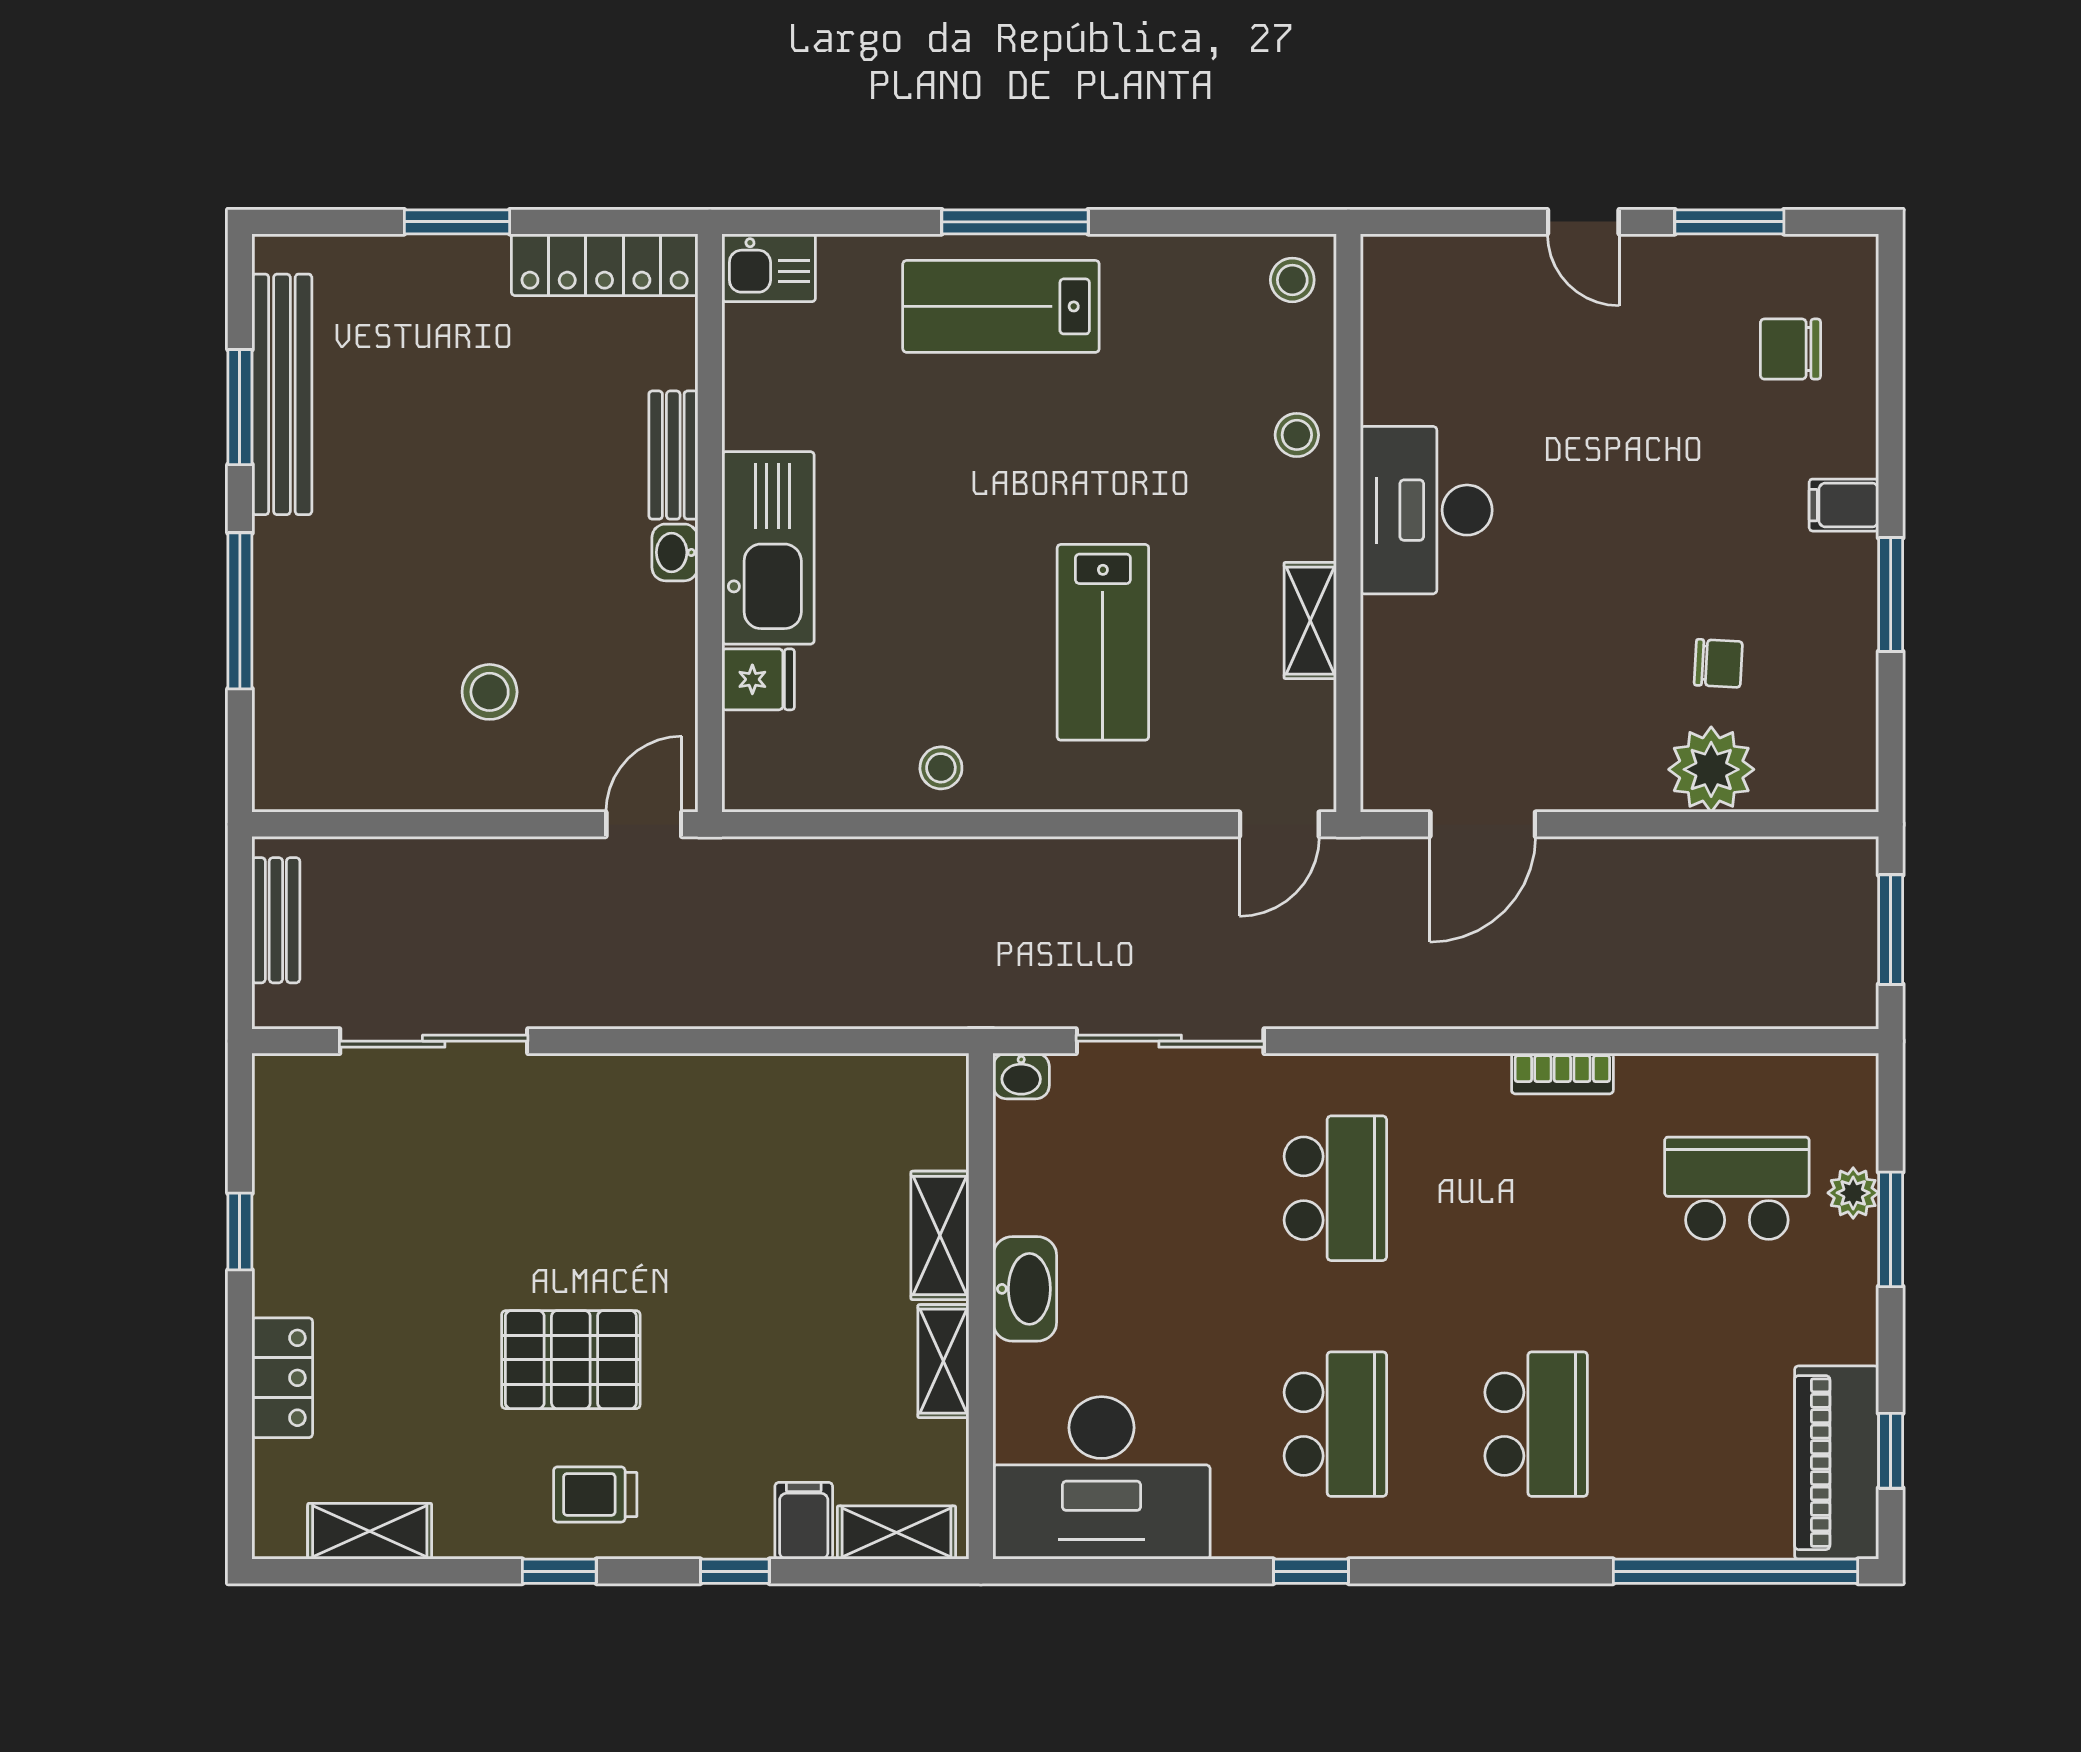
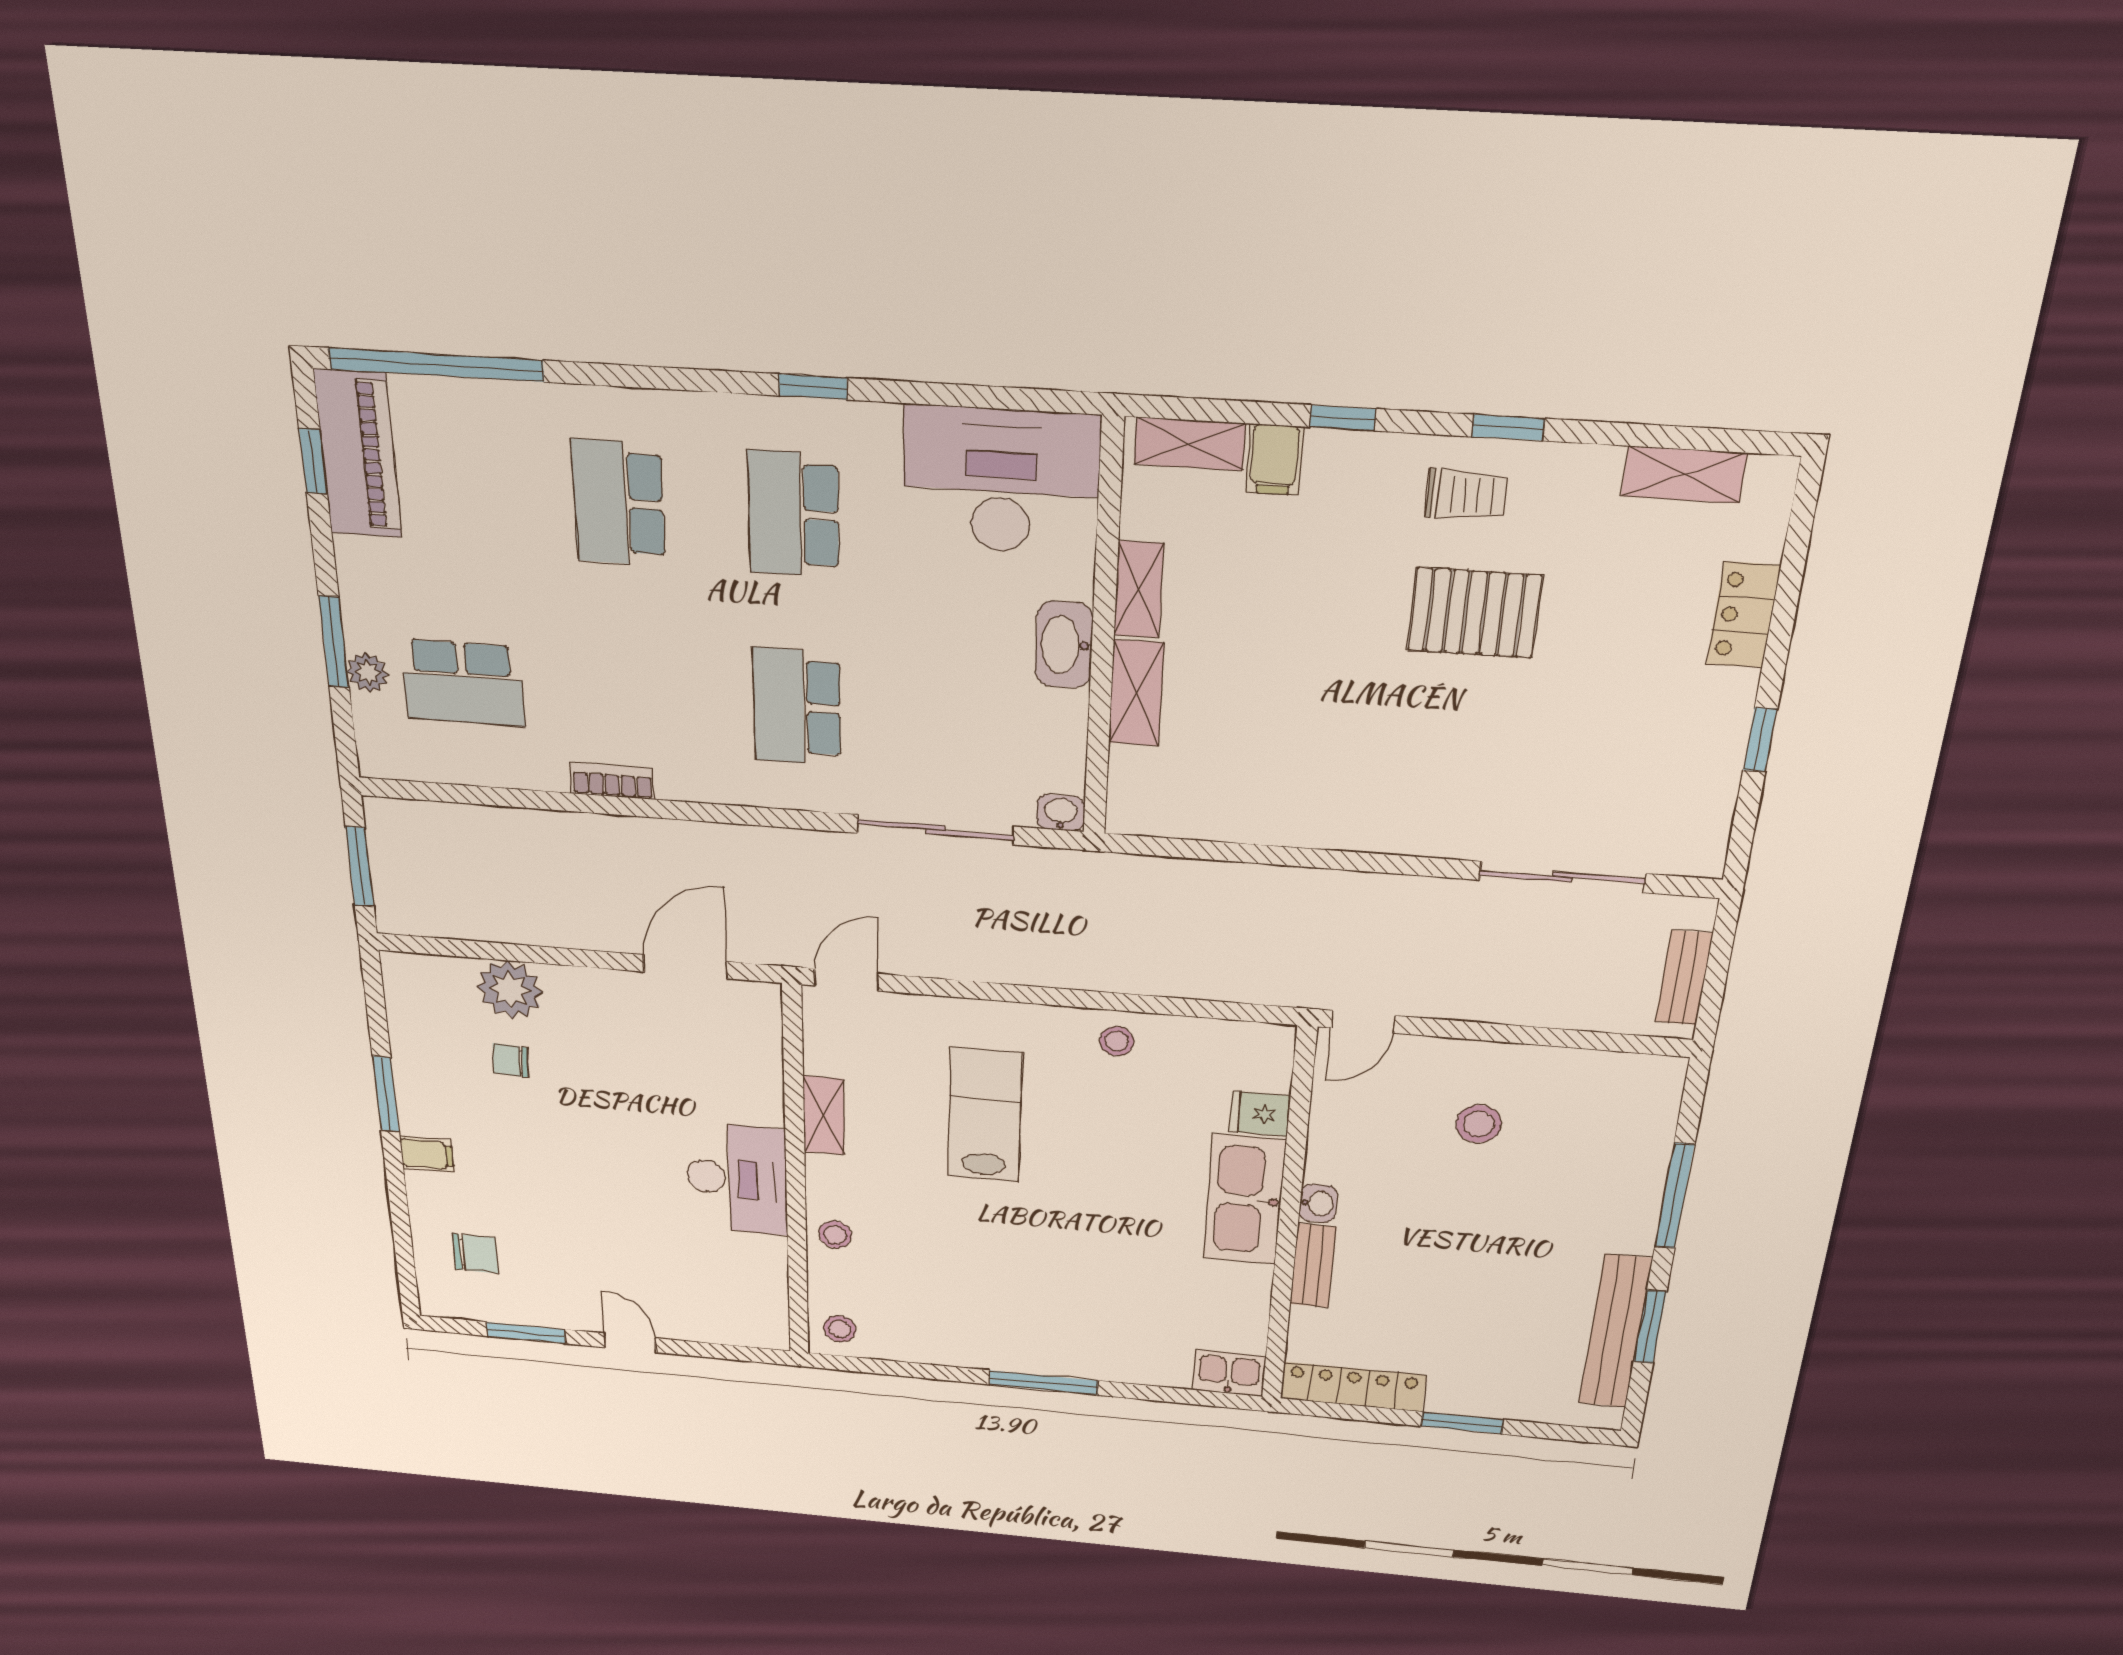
lab bench: (1001, 306) -> (1056, 1334), removed

